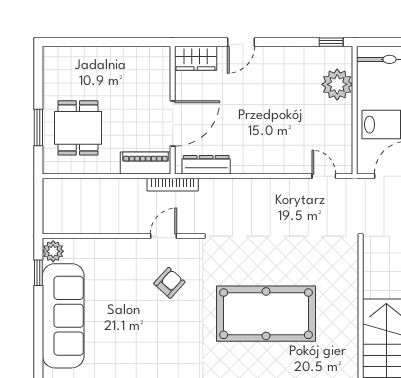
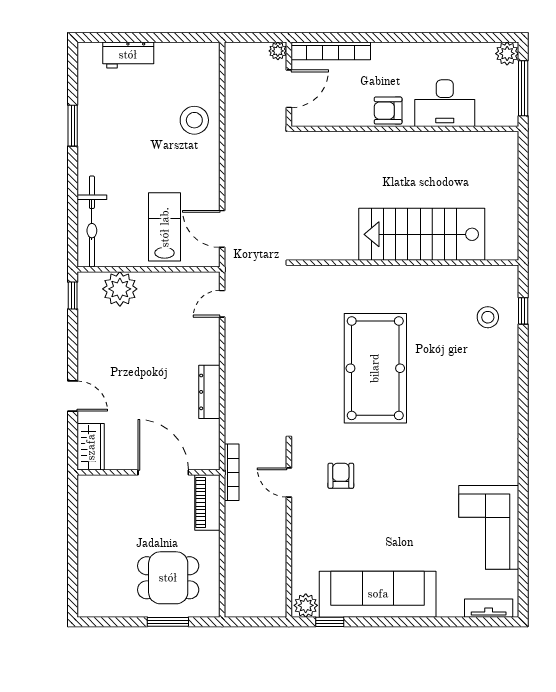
dresser: (206, 165) -> (209, 392), moved
armchair: (169, 283) -> (341, 476), turned 48

